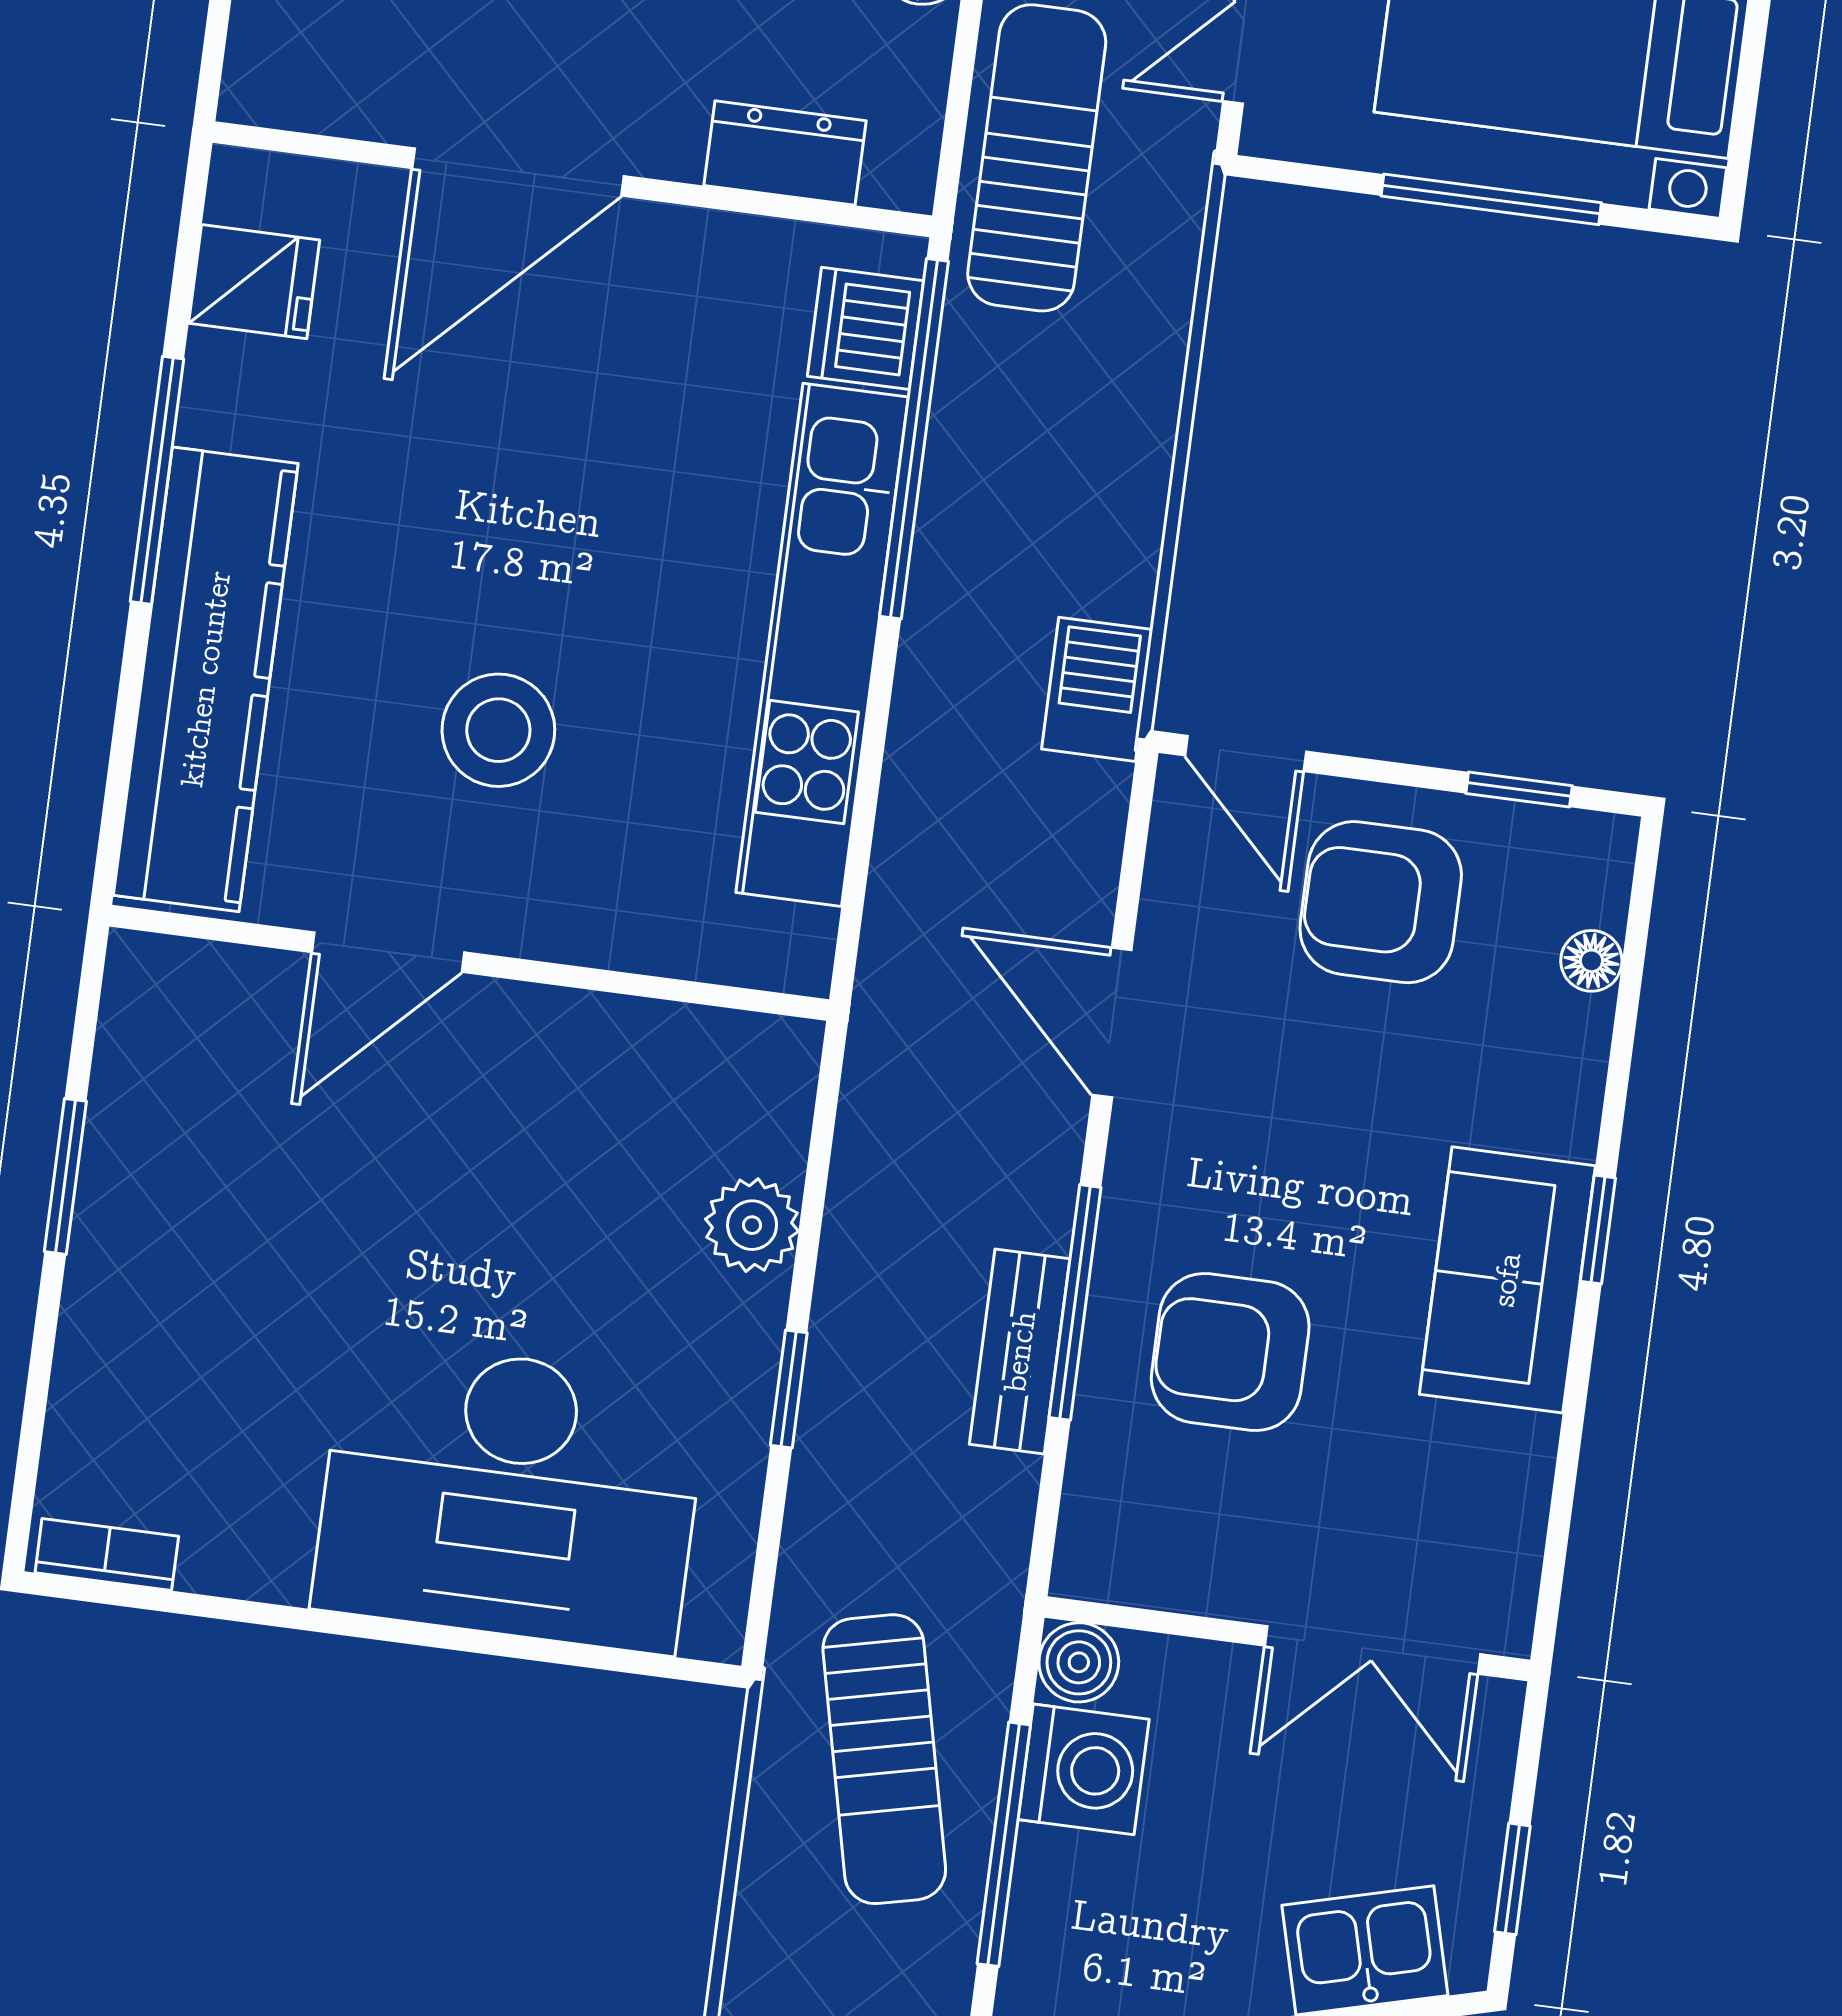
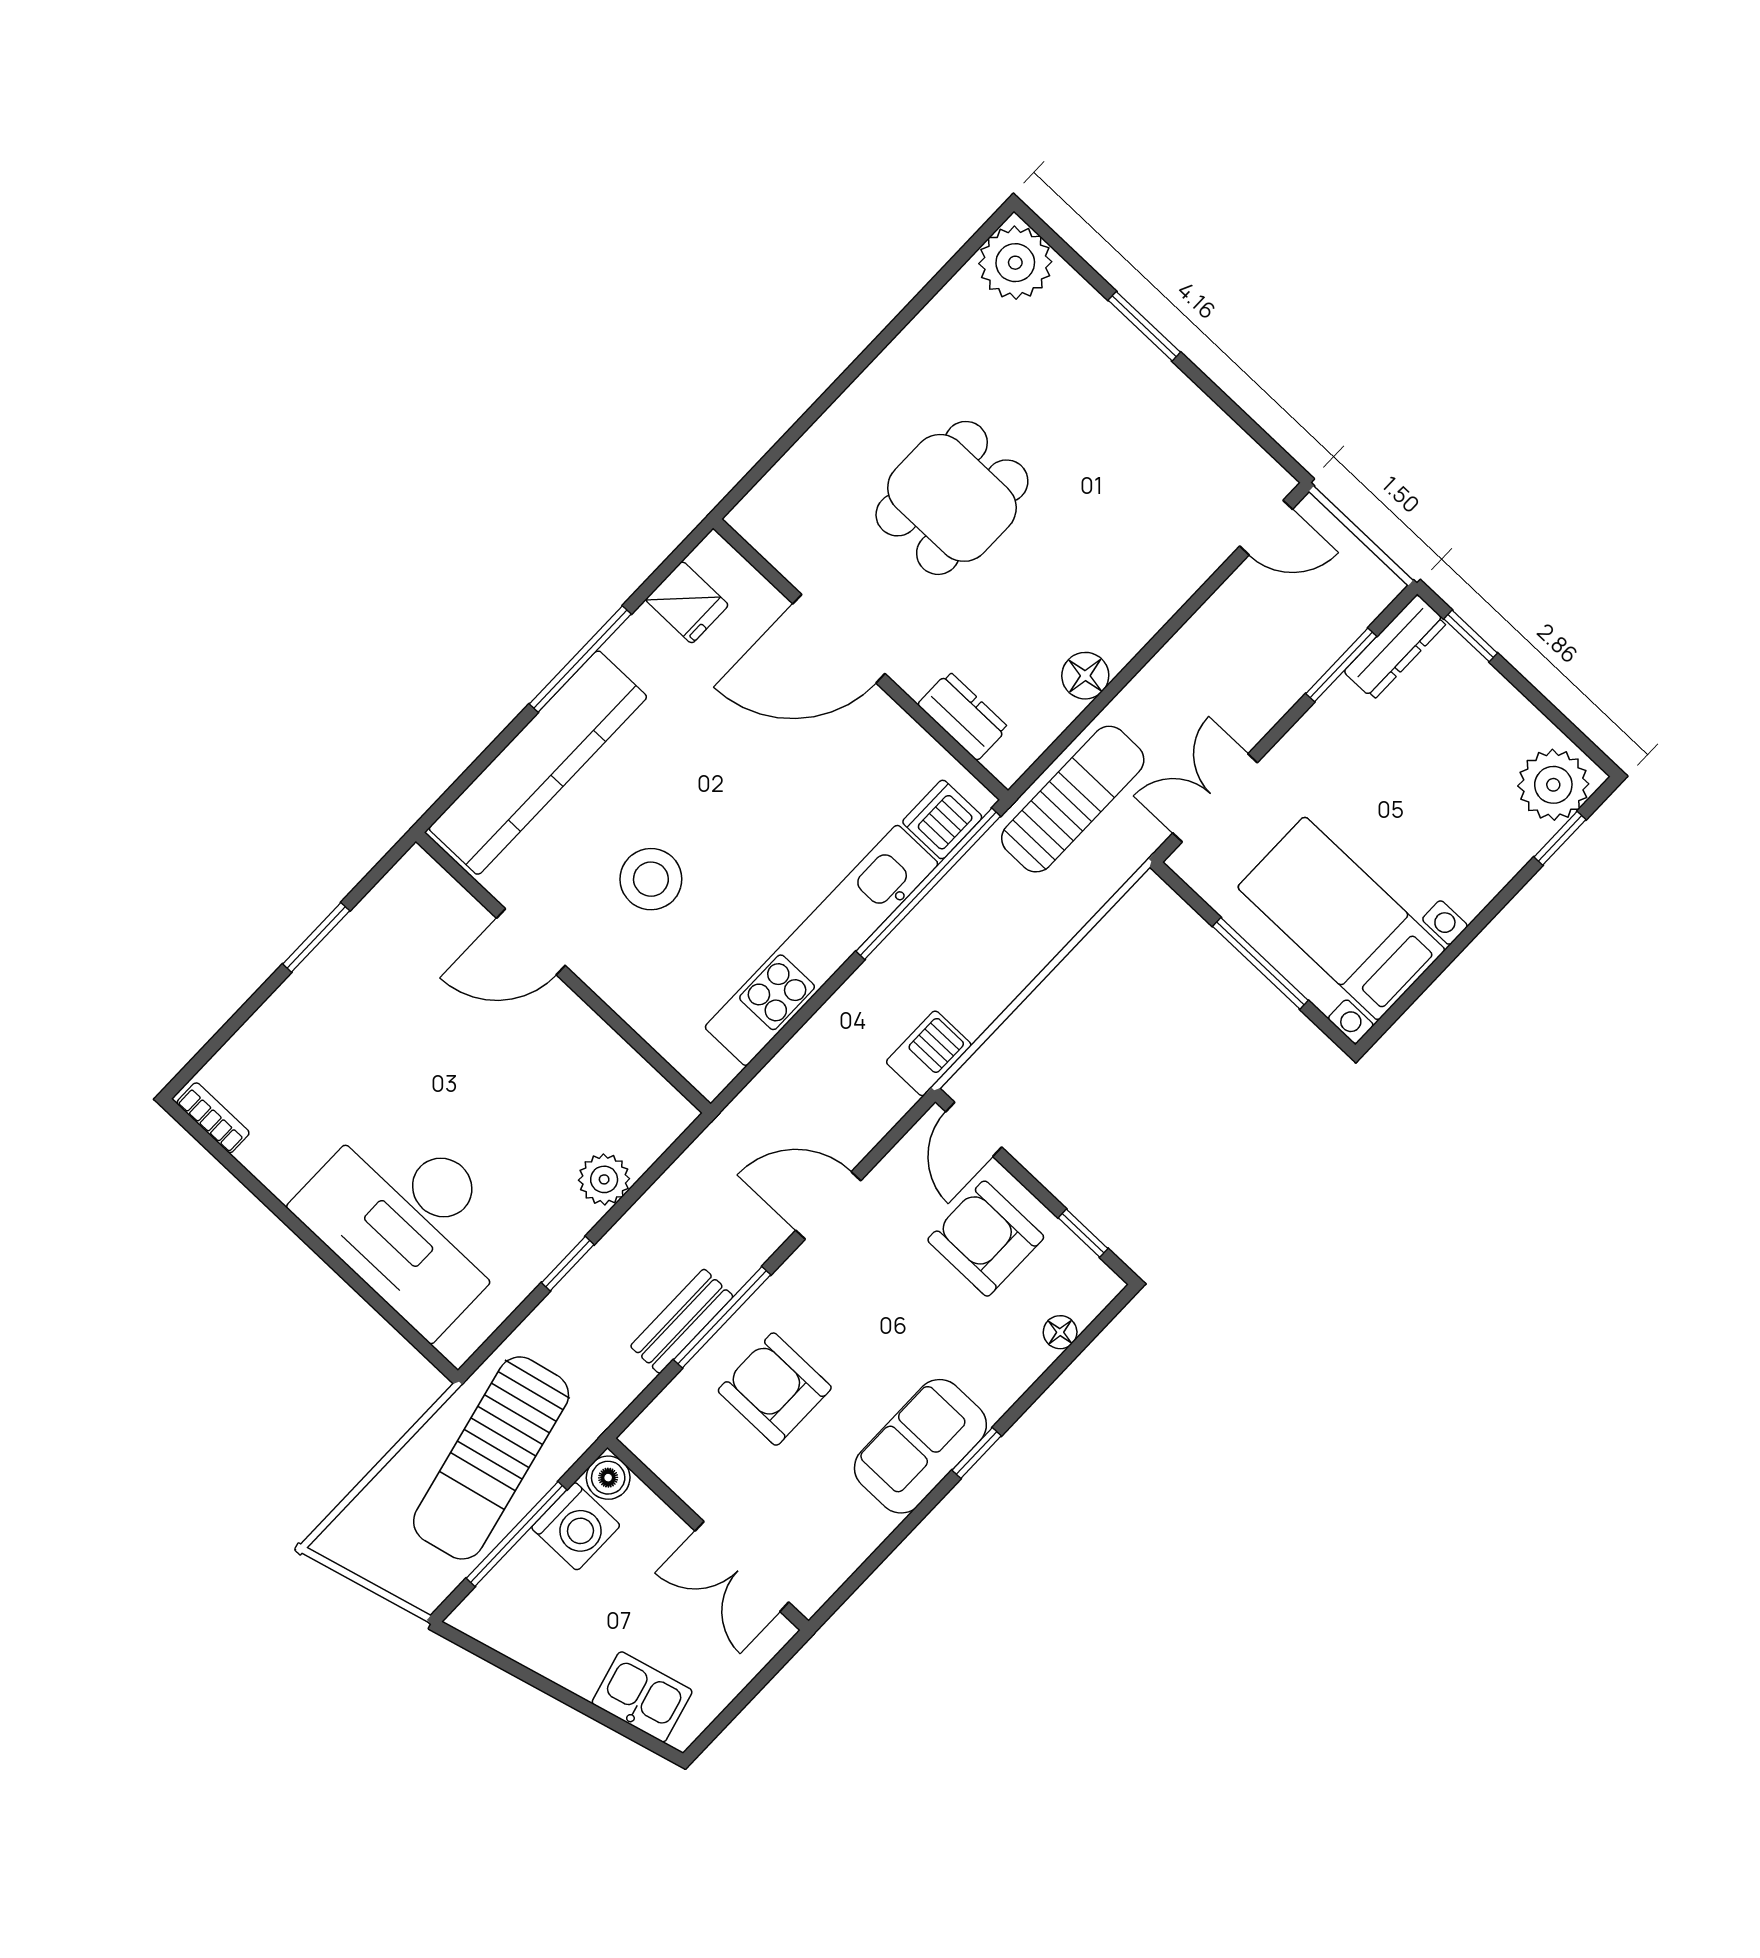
door: (1112, 1023) -> (828, 1205), hinge flipped
sun lounger: (884, 1759) -> (491, 1458), width x1.36, depth x1.34
window: (1512, 1879) -> (730, 1713), removed

